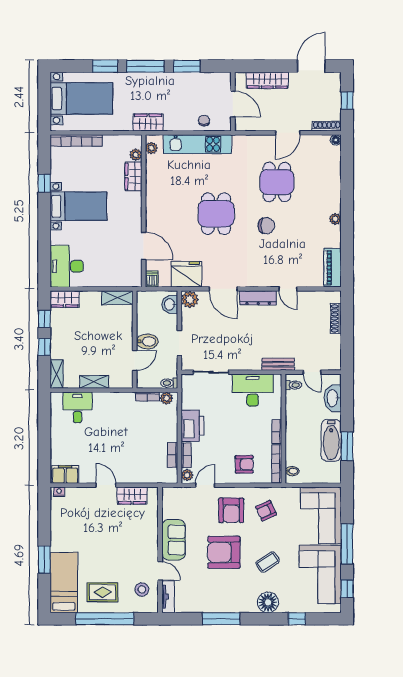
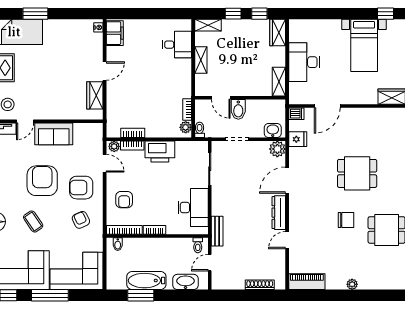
chair: (266, 226) -> (346, 220), turned -90
desk: (67, 266) -> (304, 62), moved, turned -90
fridge: (186, 274) -> (298, 139), width x0.53, depth x0.75

